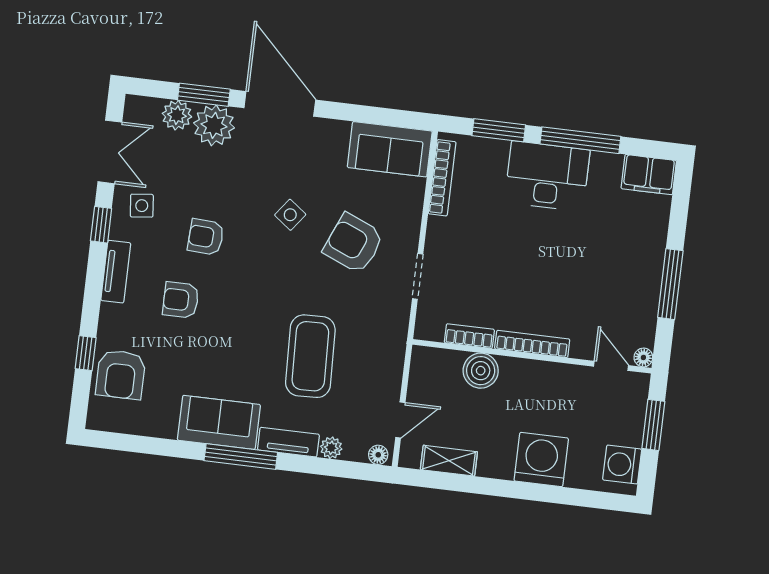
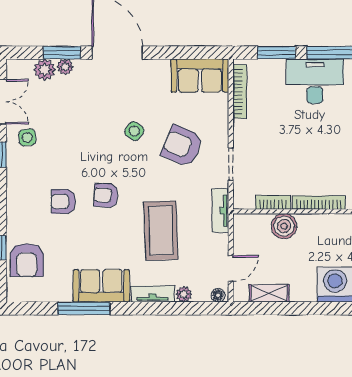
plant: (214, 125) -> (65, 67), width x0.53, depth x0.53
armchair: (206, 237) -> (106, 195), moved
tv unit: (116, 272) -> (220, 211), moved, turned 180
window: (241, 457) -> (84, 308), moved

